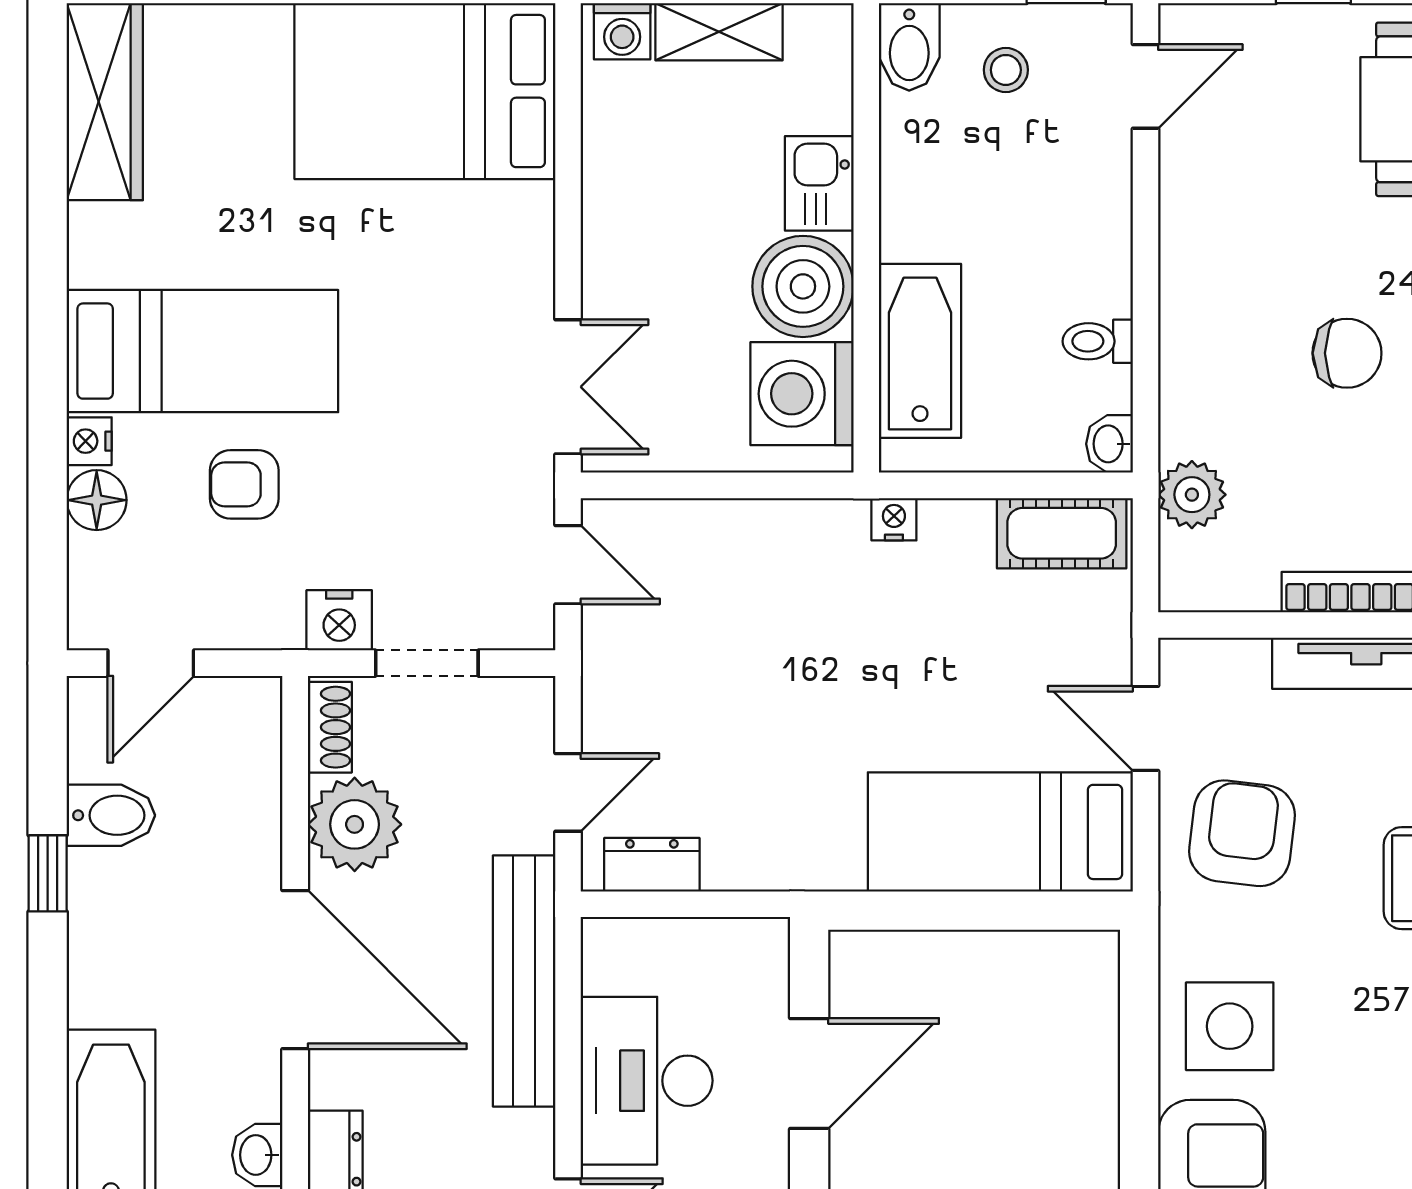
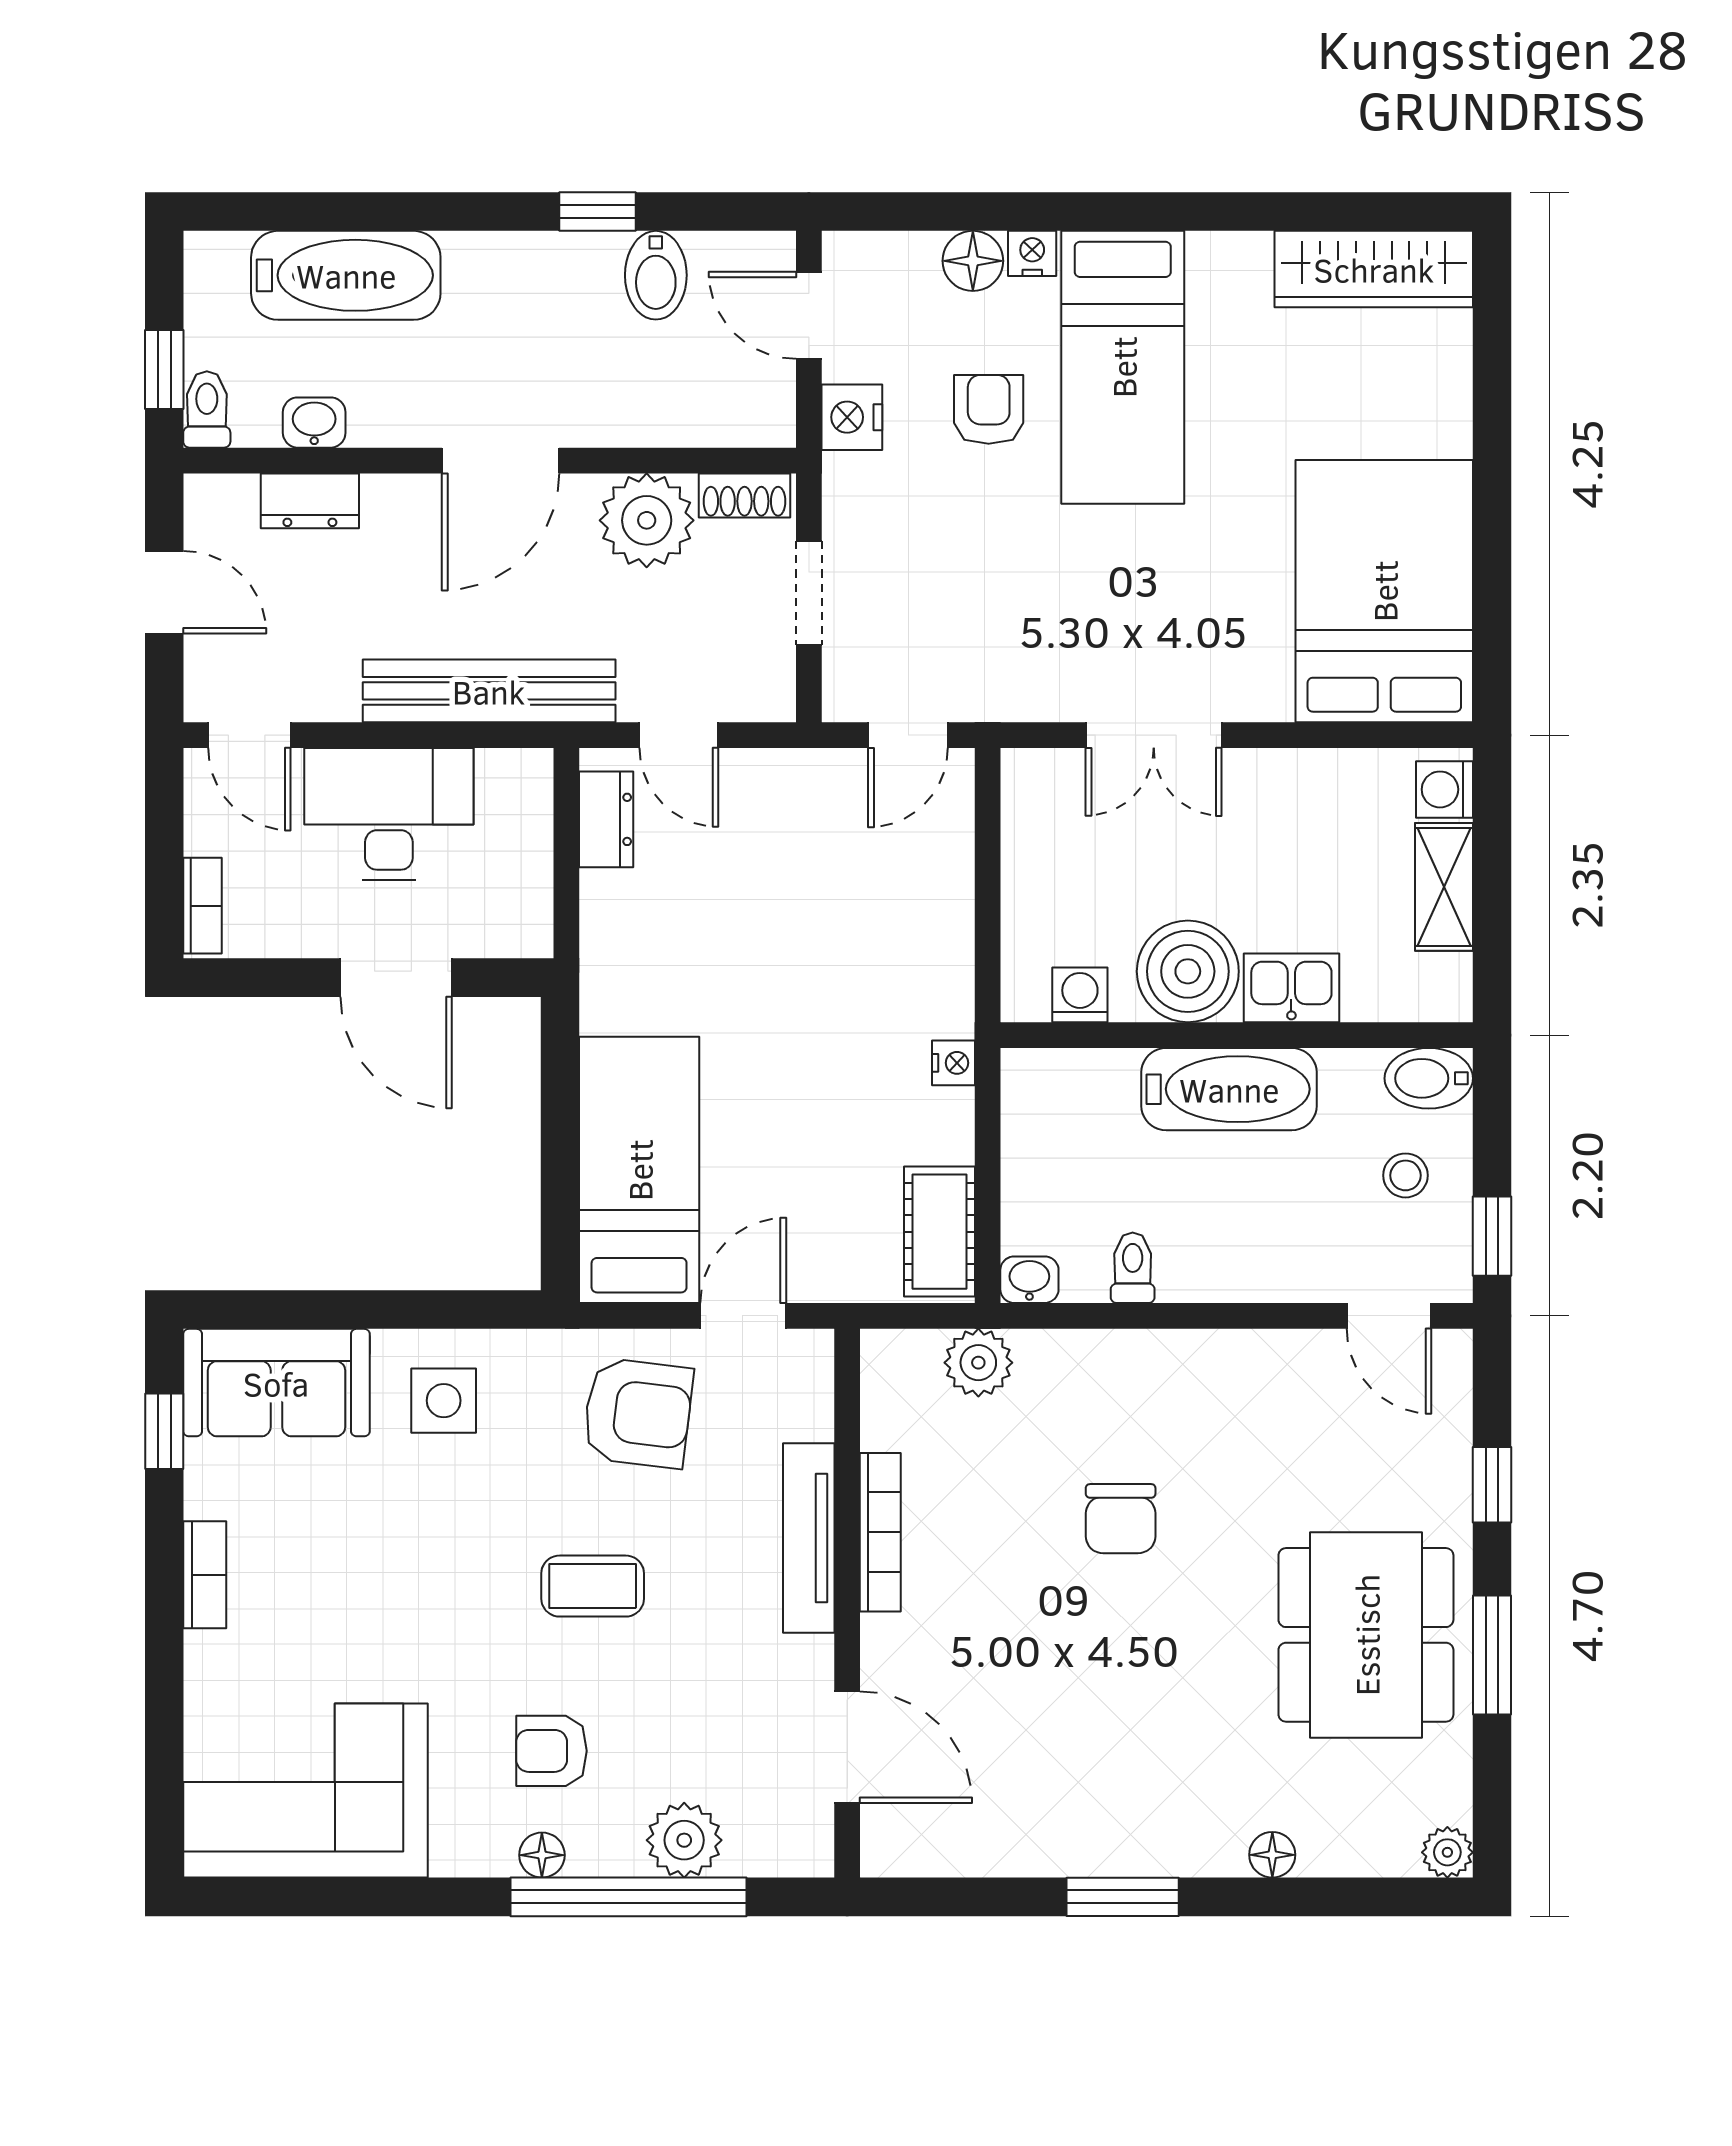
bathtub: (920, 351) -> (1229, 1089), moved
double door: (568, 387) -> (1154, 735), moved
washing machine: (802, 394) -> (1080, 995), width x0.53, depth x0.53
nightstand: (339, 620) -> (852, 417), moved
door: (295, 970) -> (501, 461), width x0.73
side table: (1230, 1026) -> (444, 1401), width x0.73, depth x0.73

